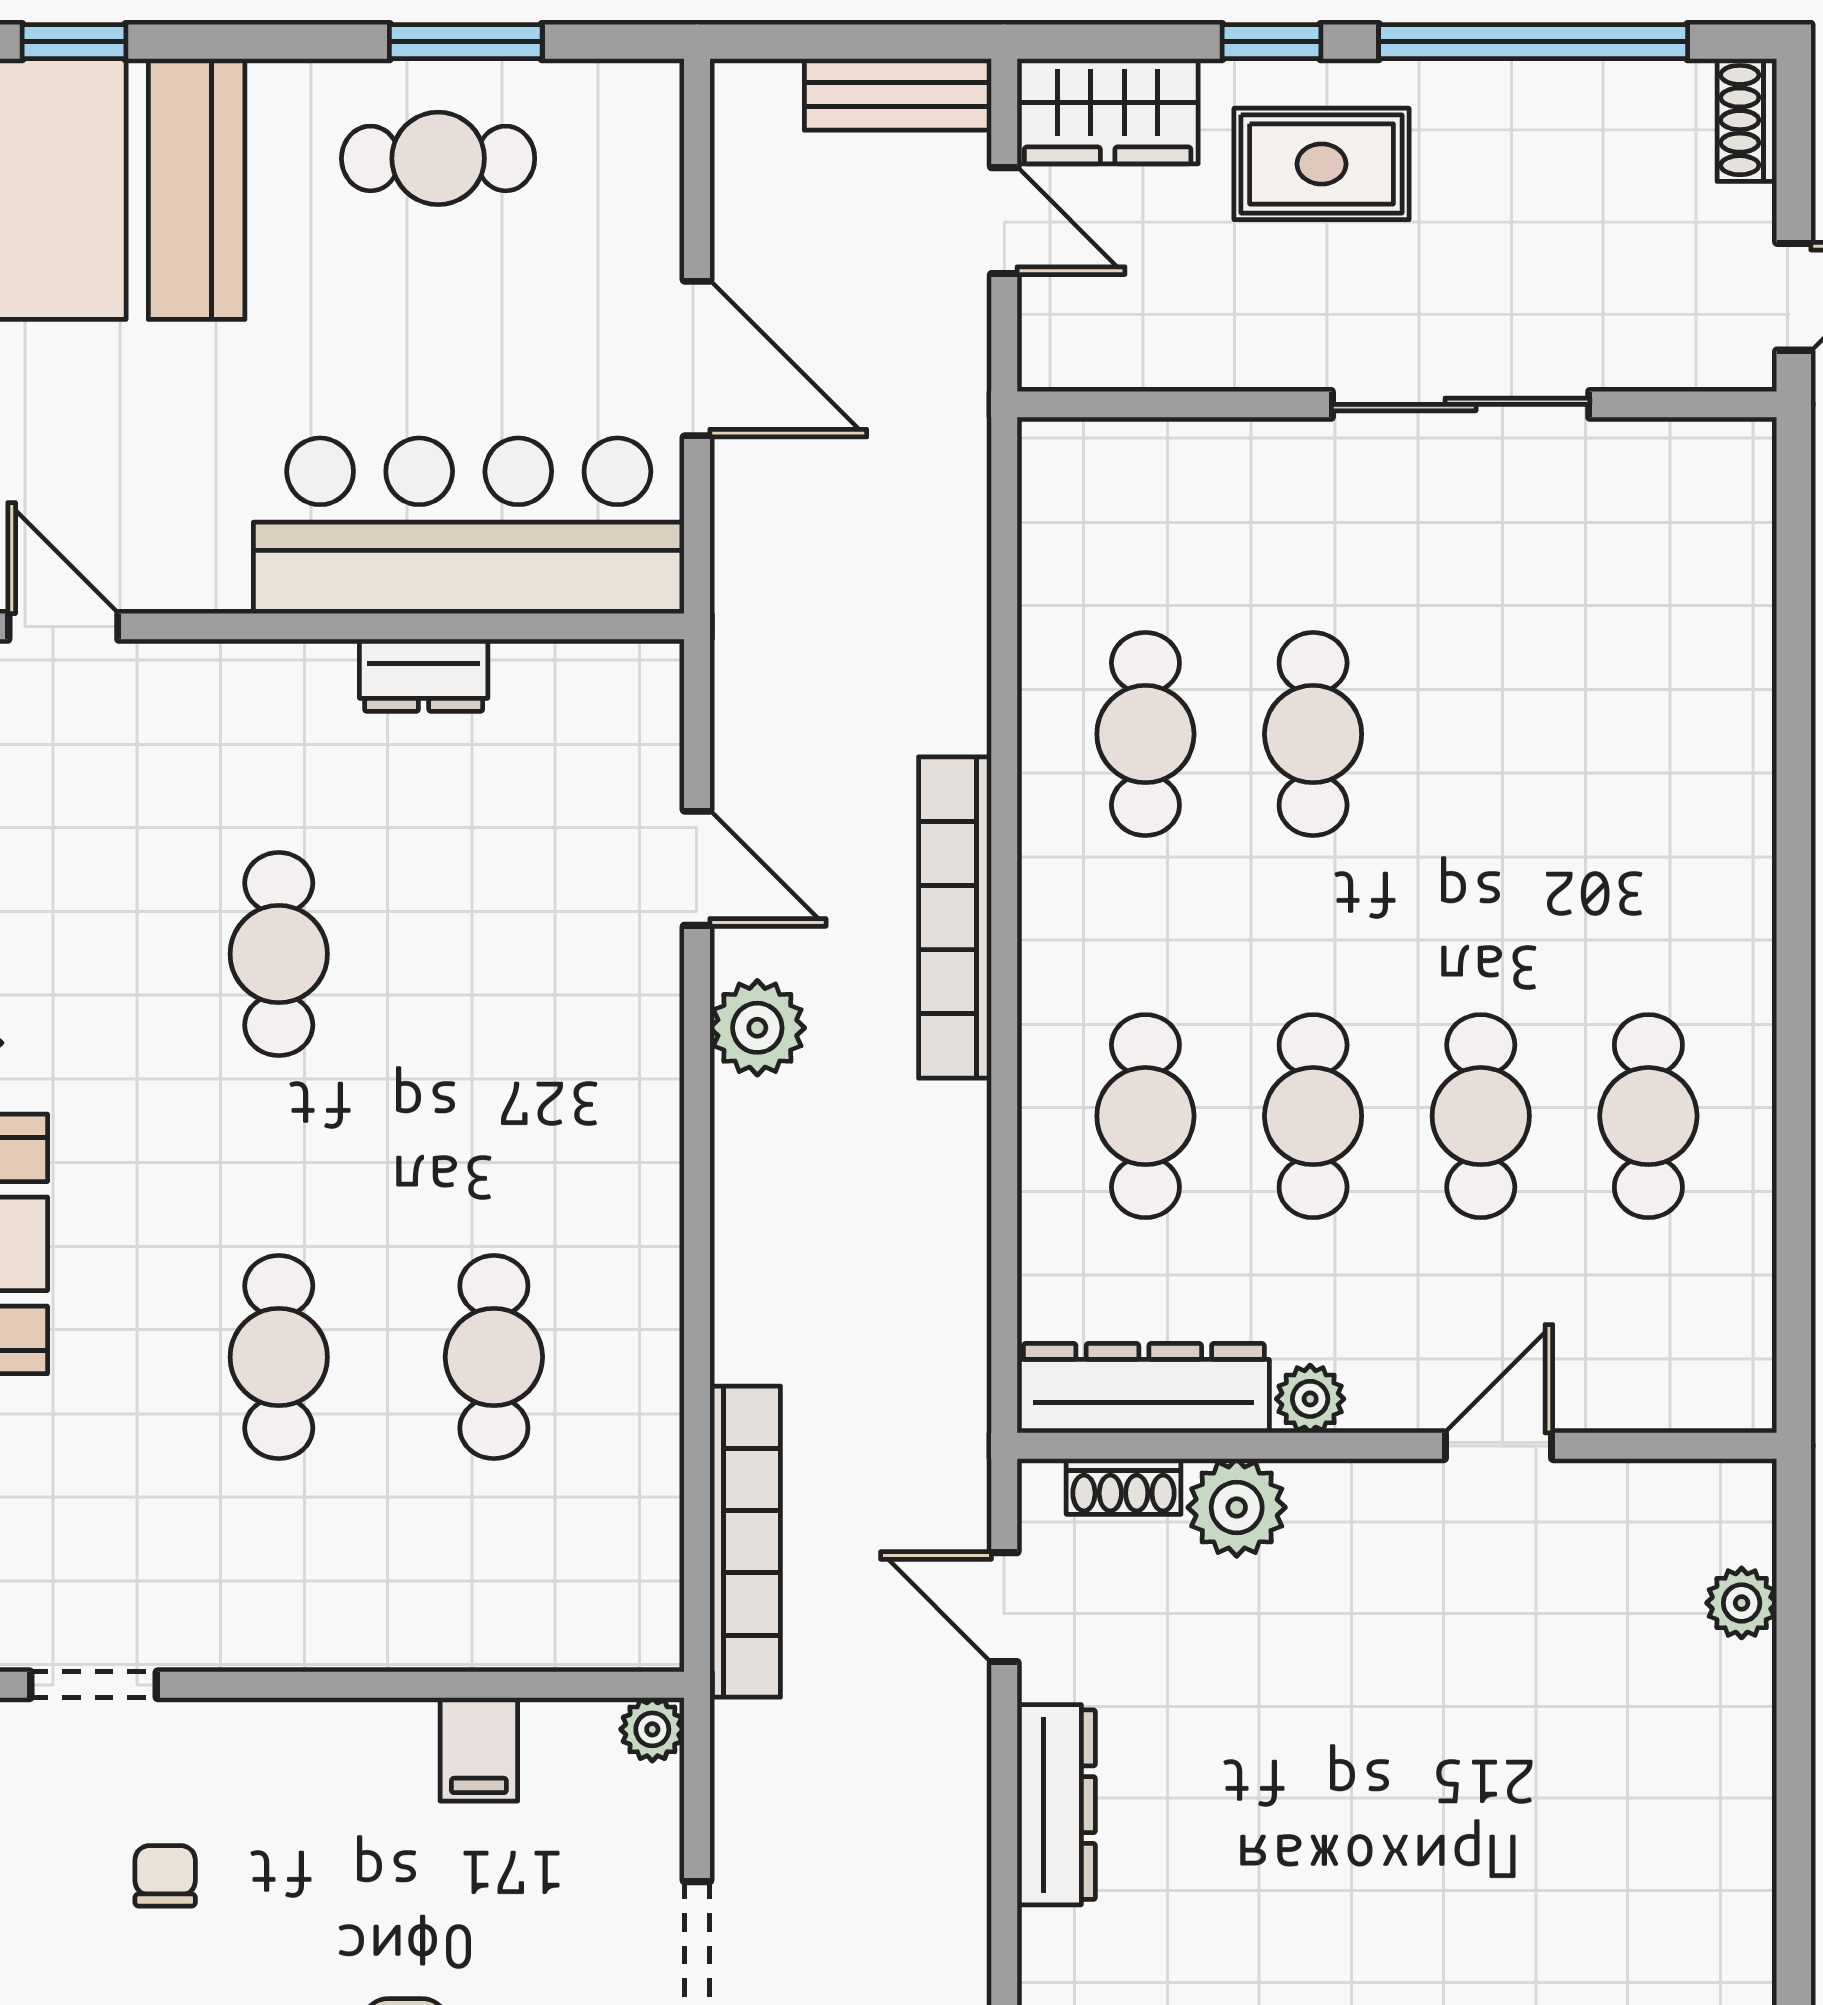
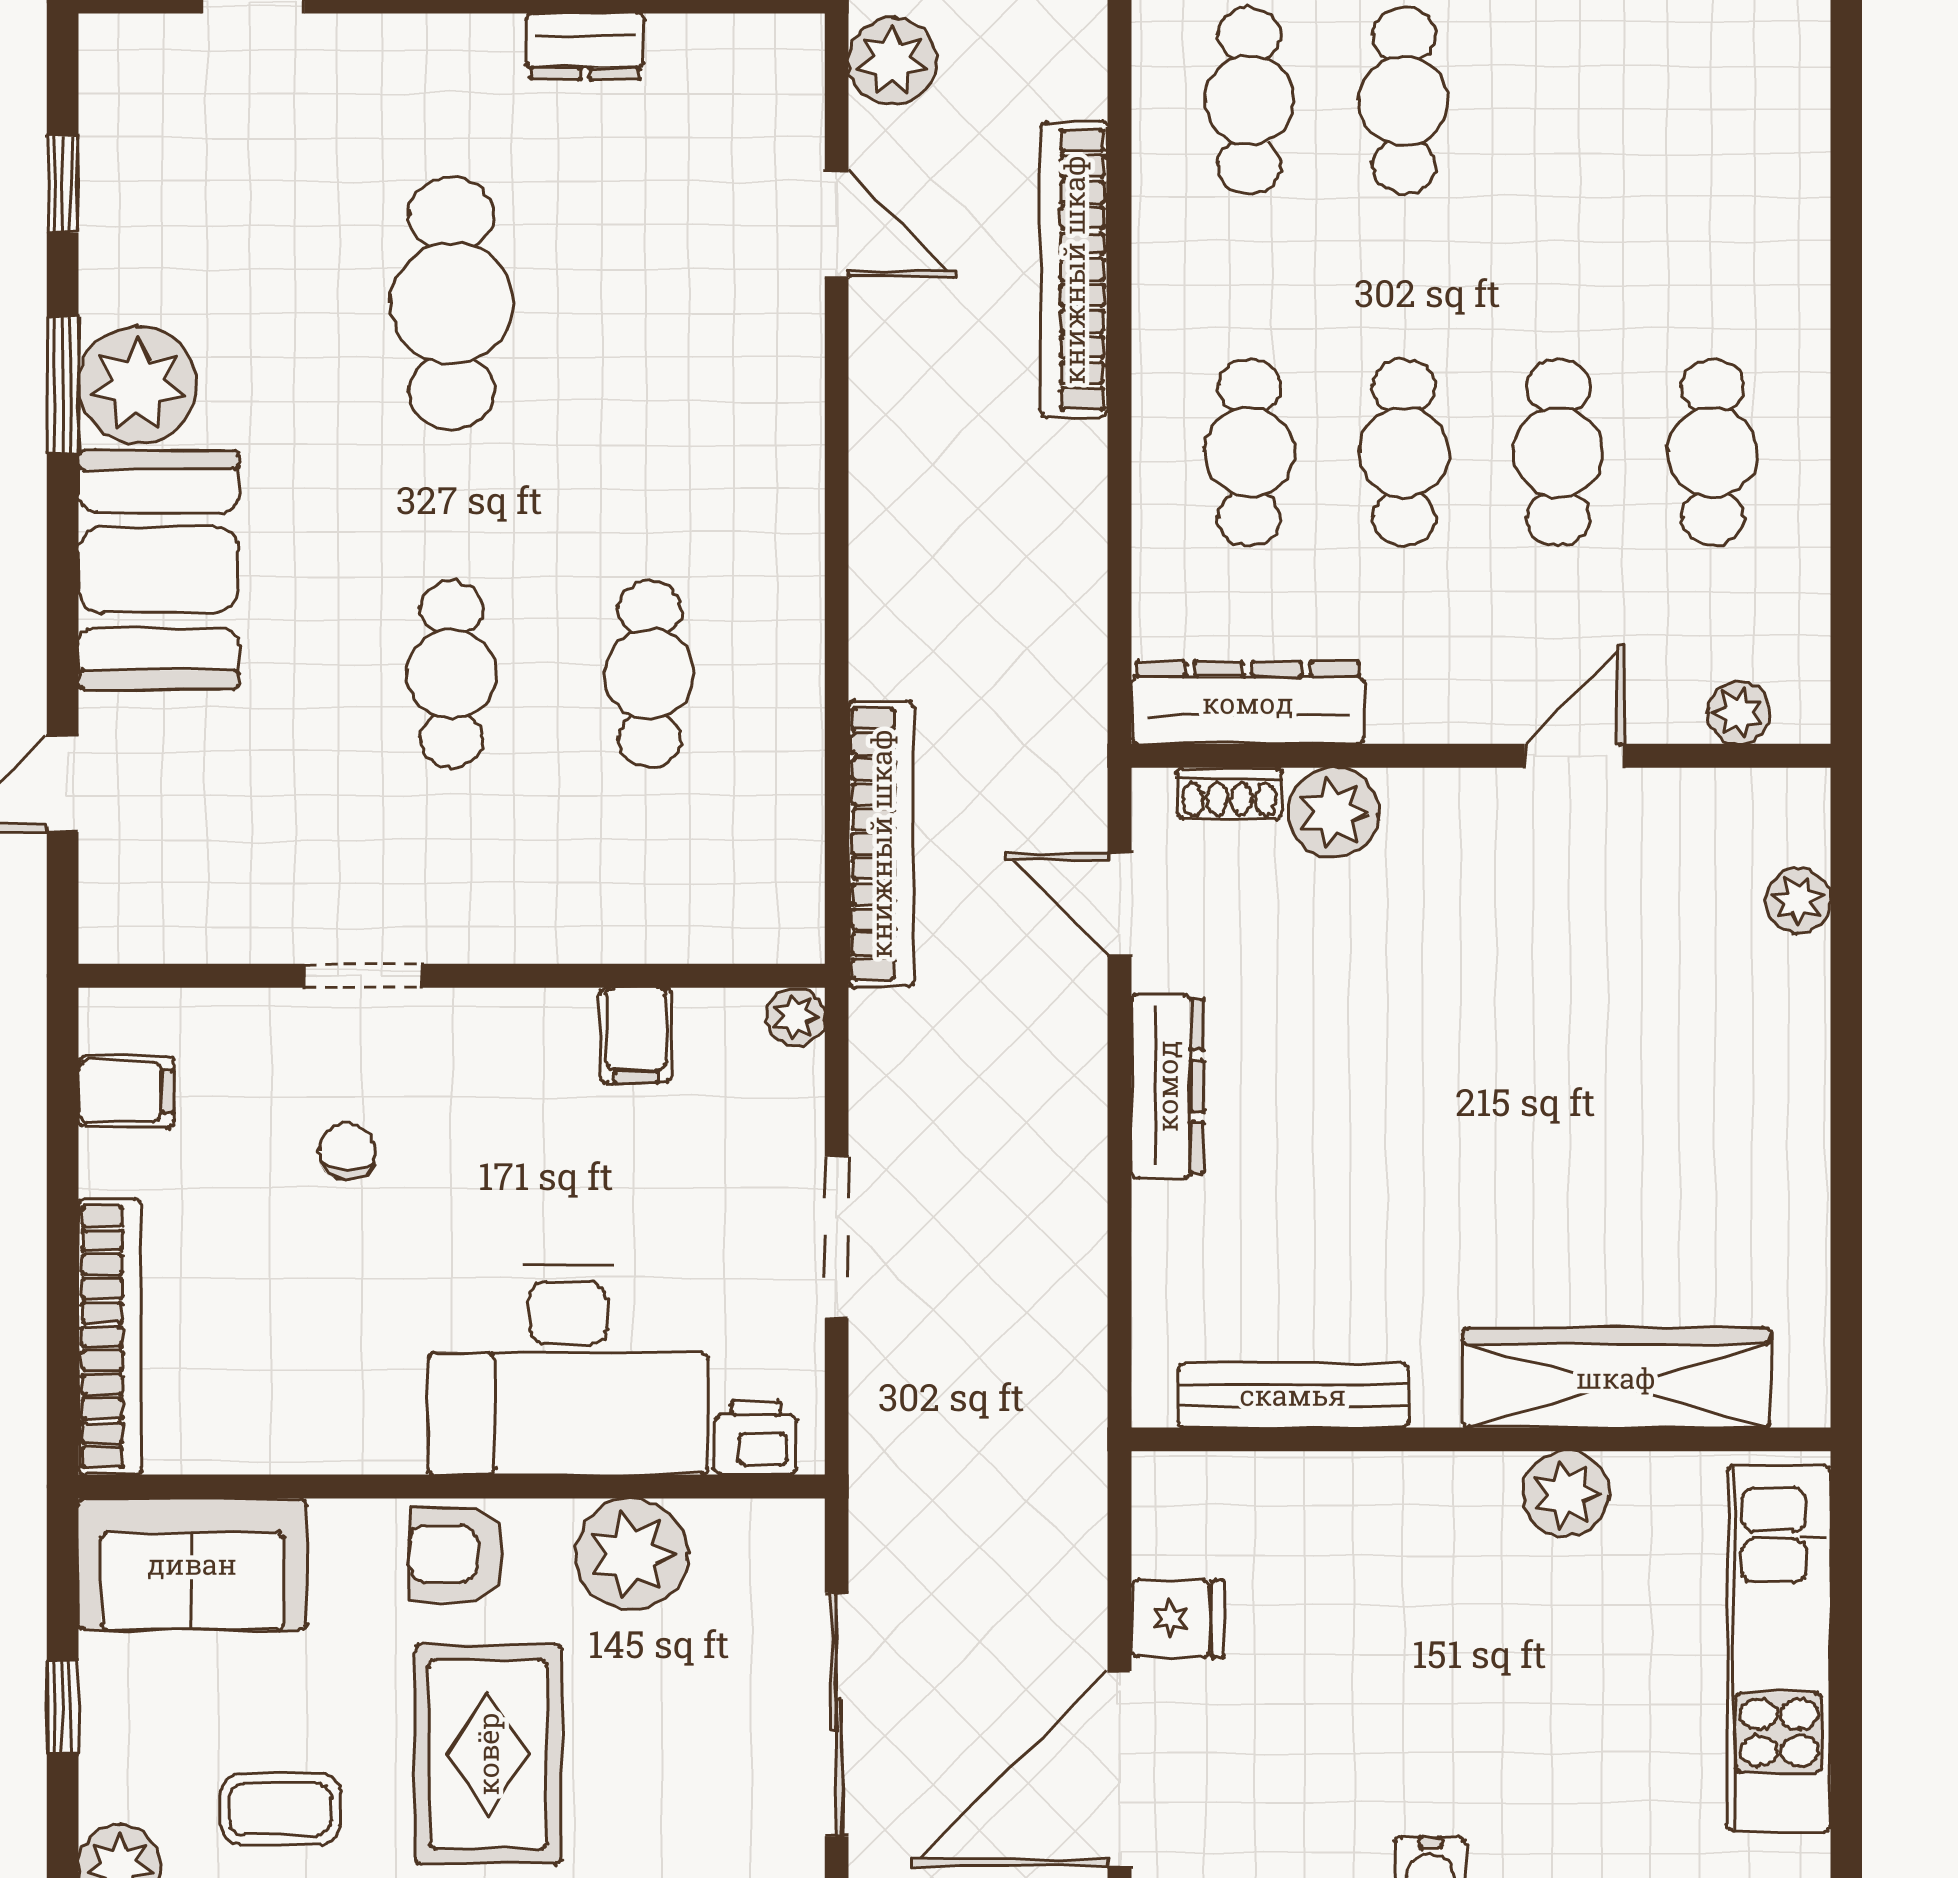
cafe table: (279, 954) -> (452, 303), width x1.37, depth x1.35
plant: (757, 1028) -> (892, 61), moved
plant: (1310, 1399) -> (1739, 713), moved
doorway: (94, 1685) -> (363, 976), moved

